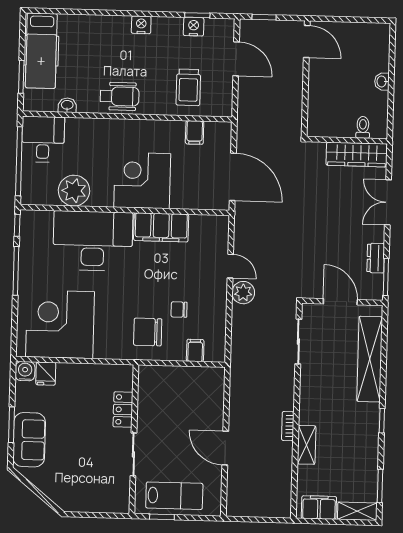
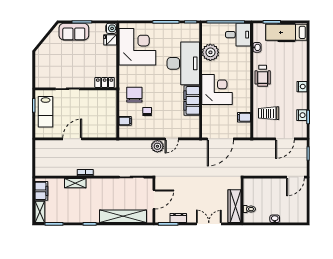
locker: (123, 410) -> (105, 82), moved

